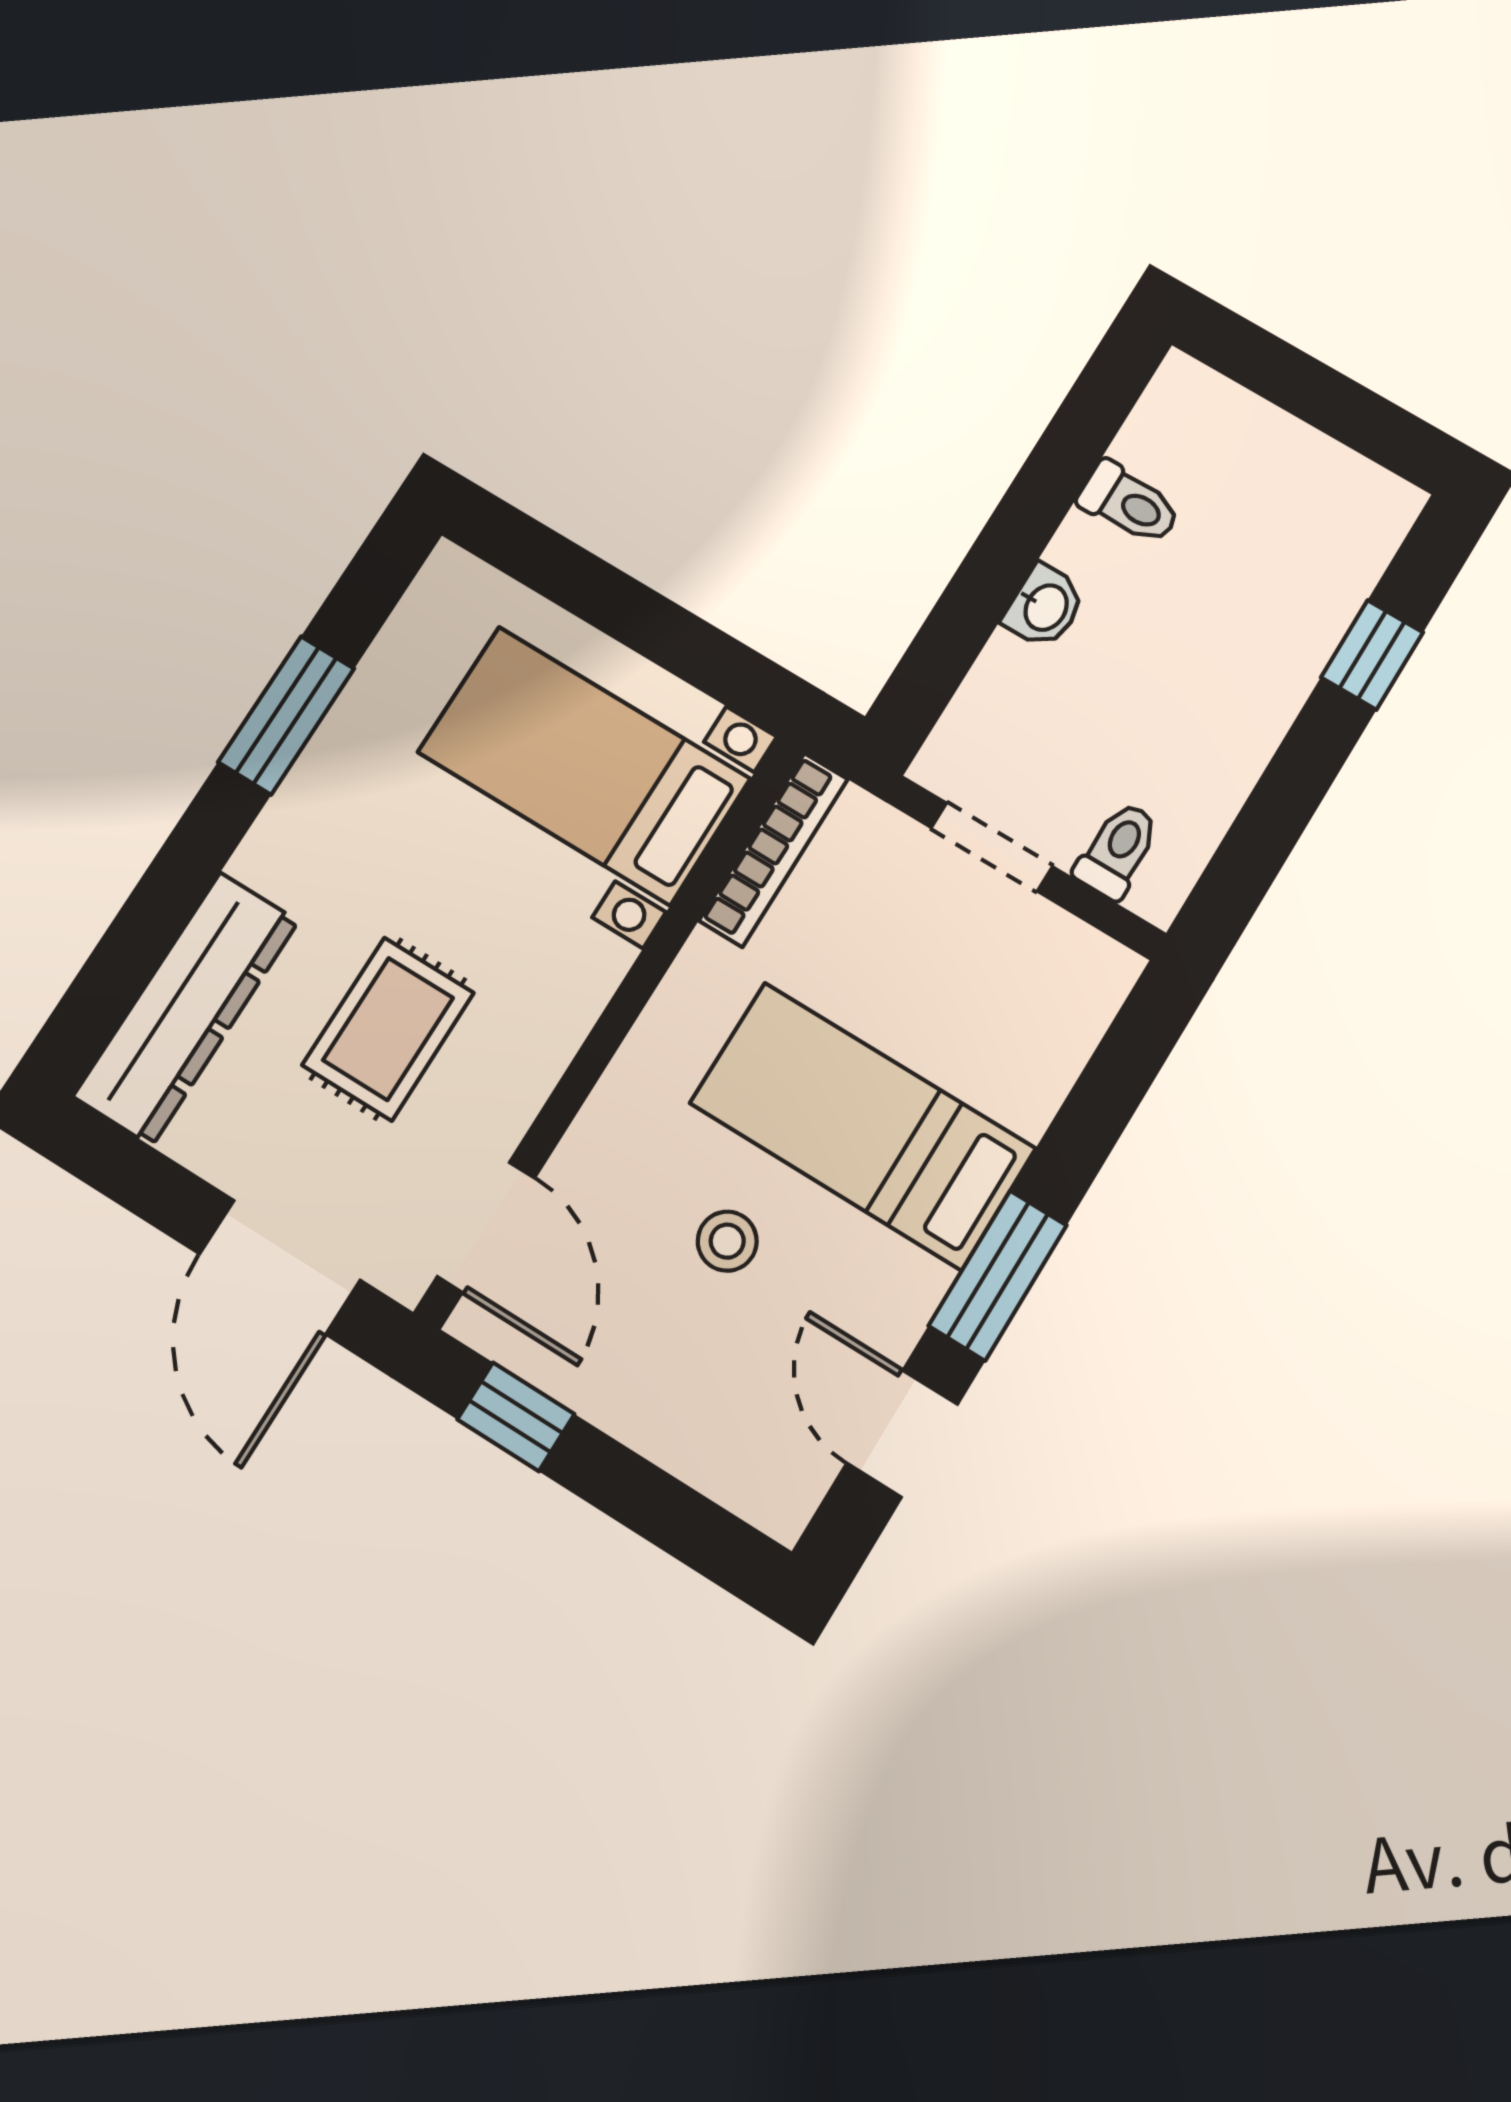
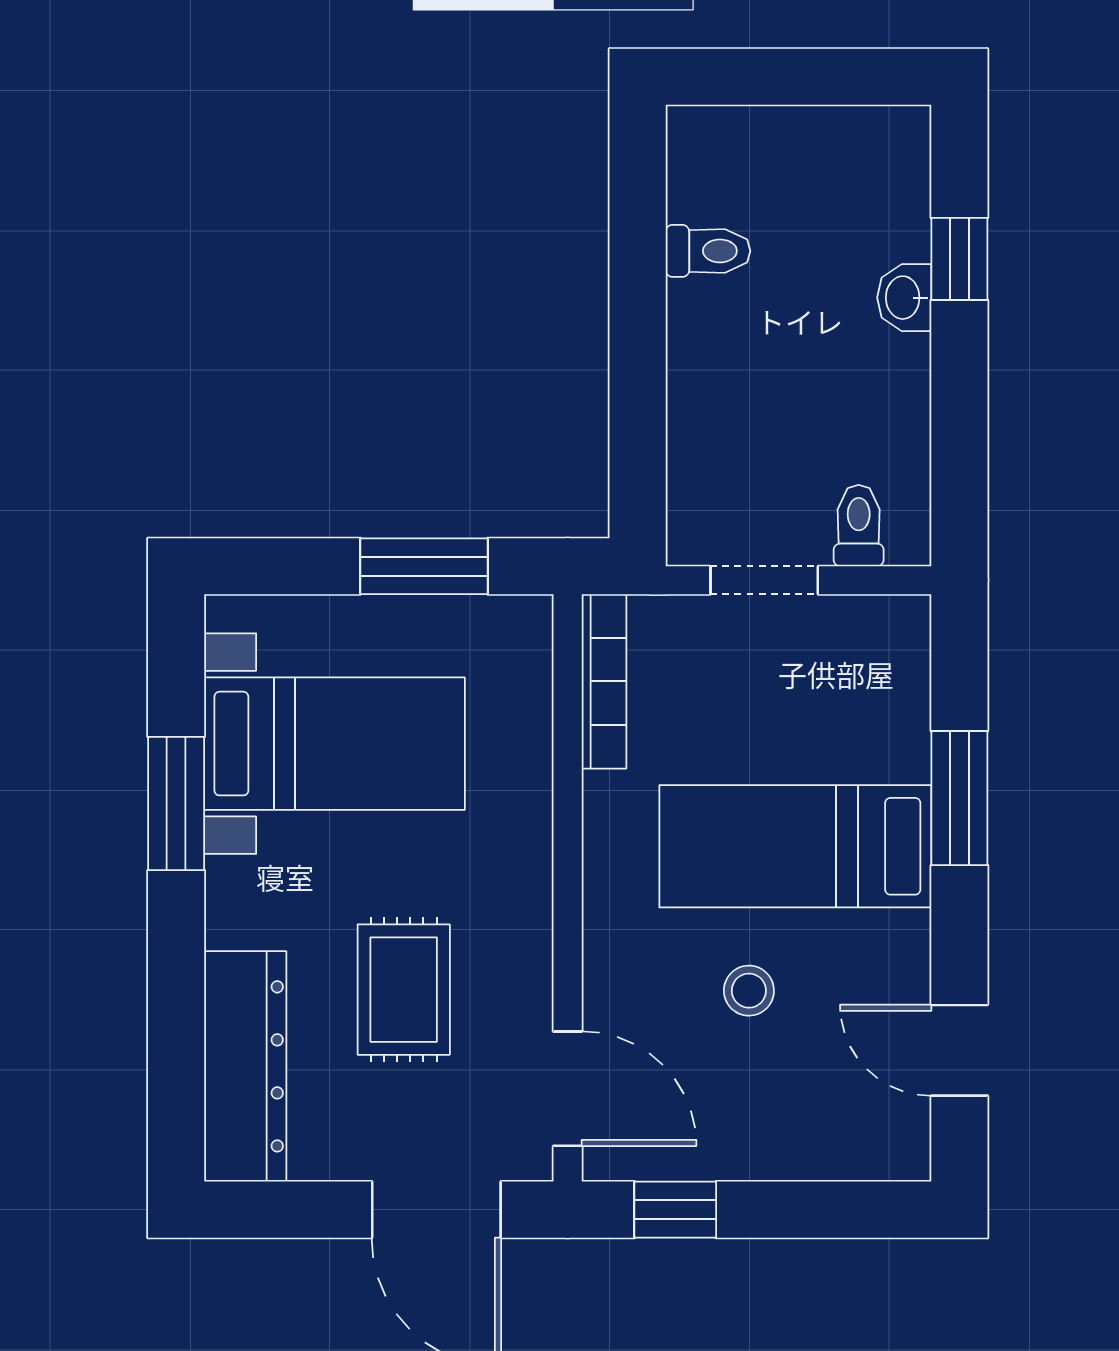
washbasin: (1045, 607) -> (904, 298), moved, turned 180
window: (669, 635) -> (424, 566), added
bed with nightstands: (584, 765) -> (334, 744), moved, turned 180
window: (998, 1275) -> (959, 798), moved

